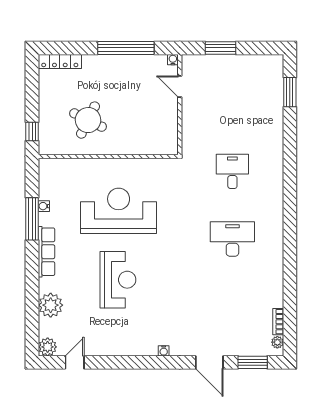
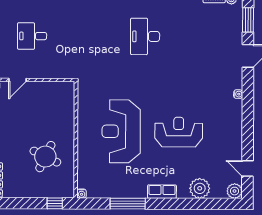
desk: (232, 171) -> (32, 36), moved
water cooler: (44, 206) -> (82, 194), moved
row of seats: (46, 252) -> (162, 192), width x0.68

